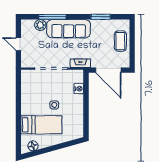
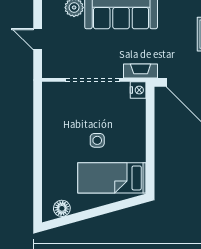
nightstand: (79, 89) -> (138, 90), moved
bed: (41, 125) -> (112, 178), moved, turned 180

